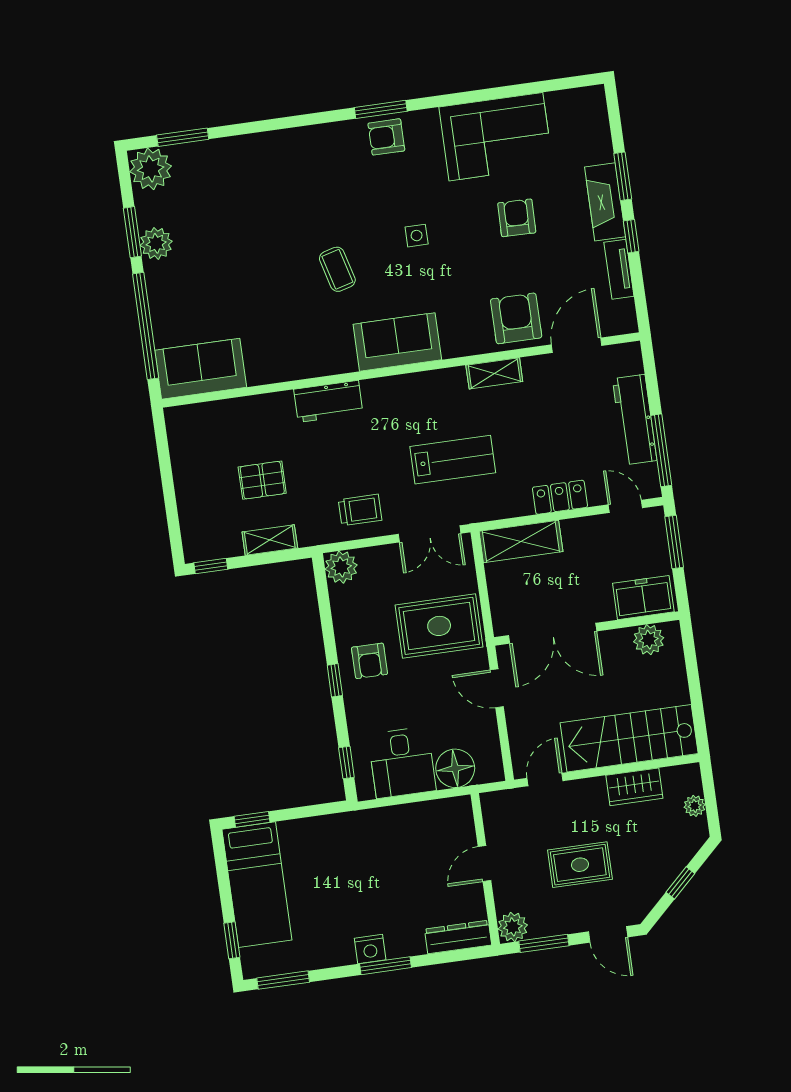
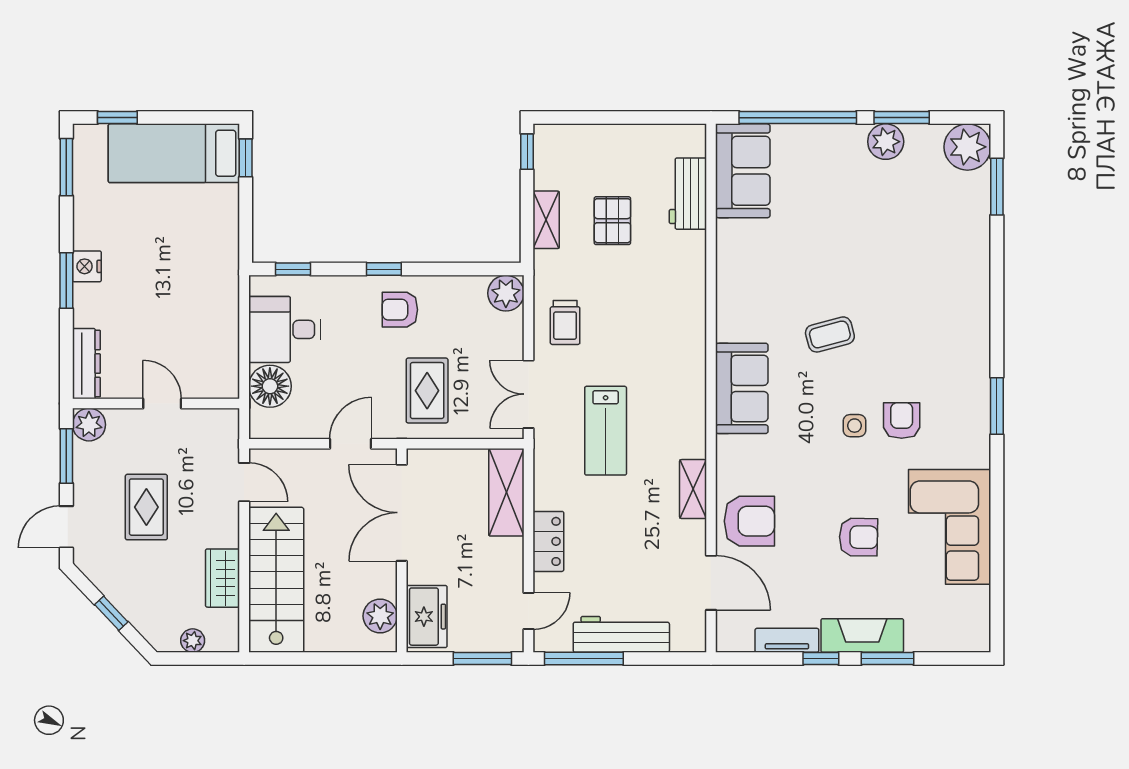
armchair: (386, 137) -> (902, 420), moved
workbench: (328, 401) -> (688, 194), moved
rug: (439, 626) -> (427, 391), width x0.73, depth x0.70

